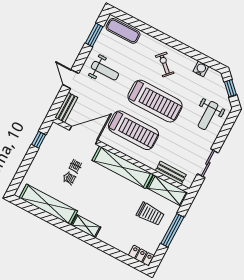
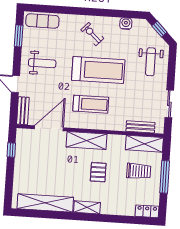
treadmill: (133, 130) -> (91, 104), width x0.73, depth x0.73
shelving: (122, 167) -> (86, 141), width x0.68
pallet: (112, 198) -> (98, 172), added

